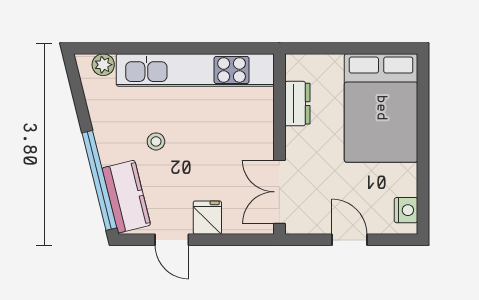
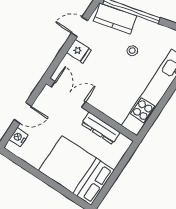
dresser: (297, 104) -> (101, 128), width x1.44
nightstand: (406, 210) -> (19, 137), moved, turned 90

